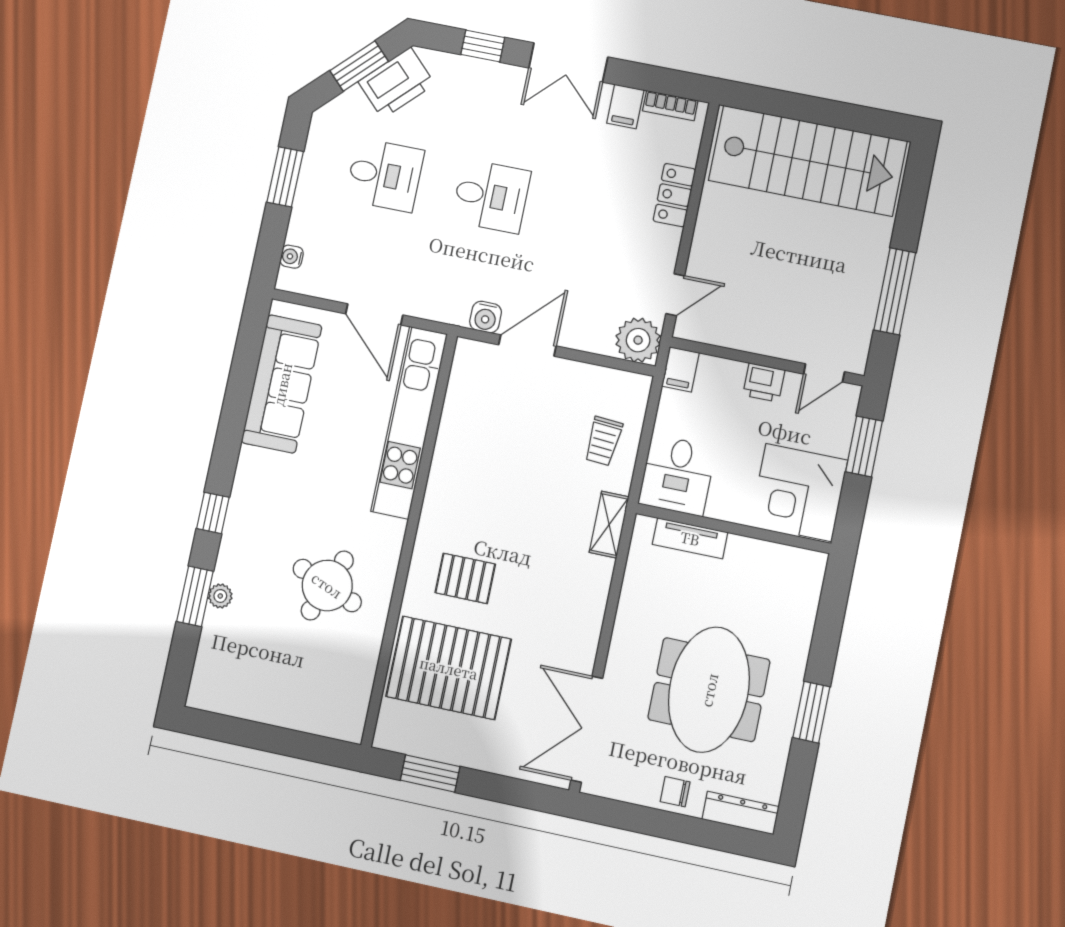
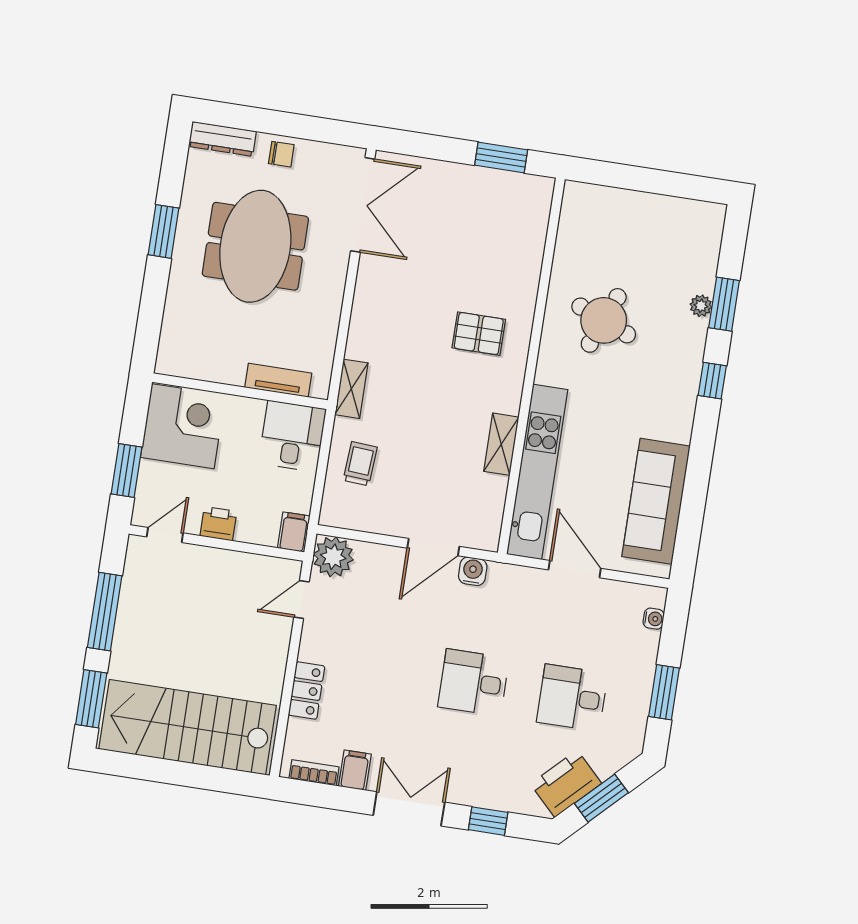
window: (913, 196) -> (91, 699), added
shelving: (447, 455) -> (501, 444), added
pallet: (449, 668) -> (490, 253), removed

